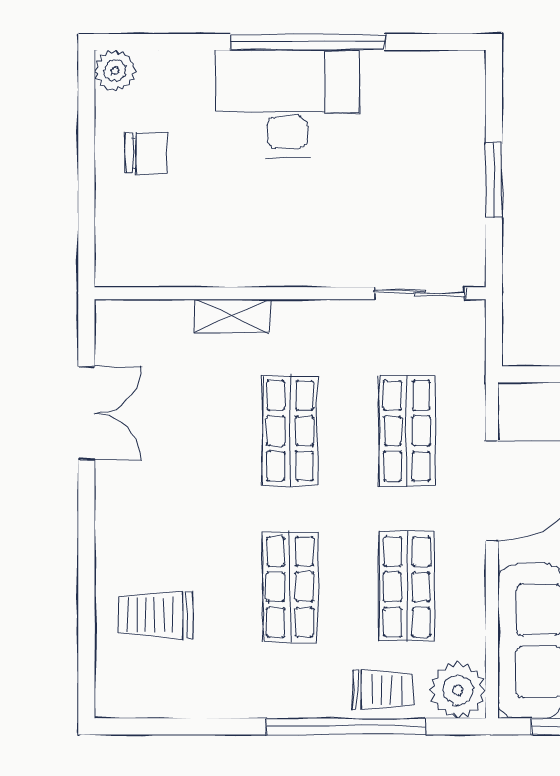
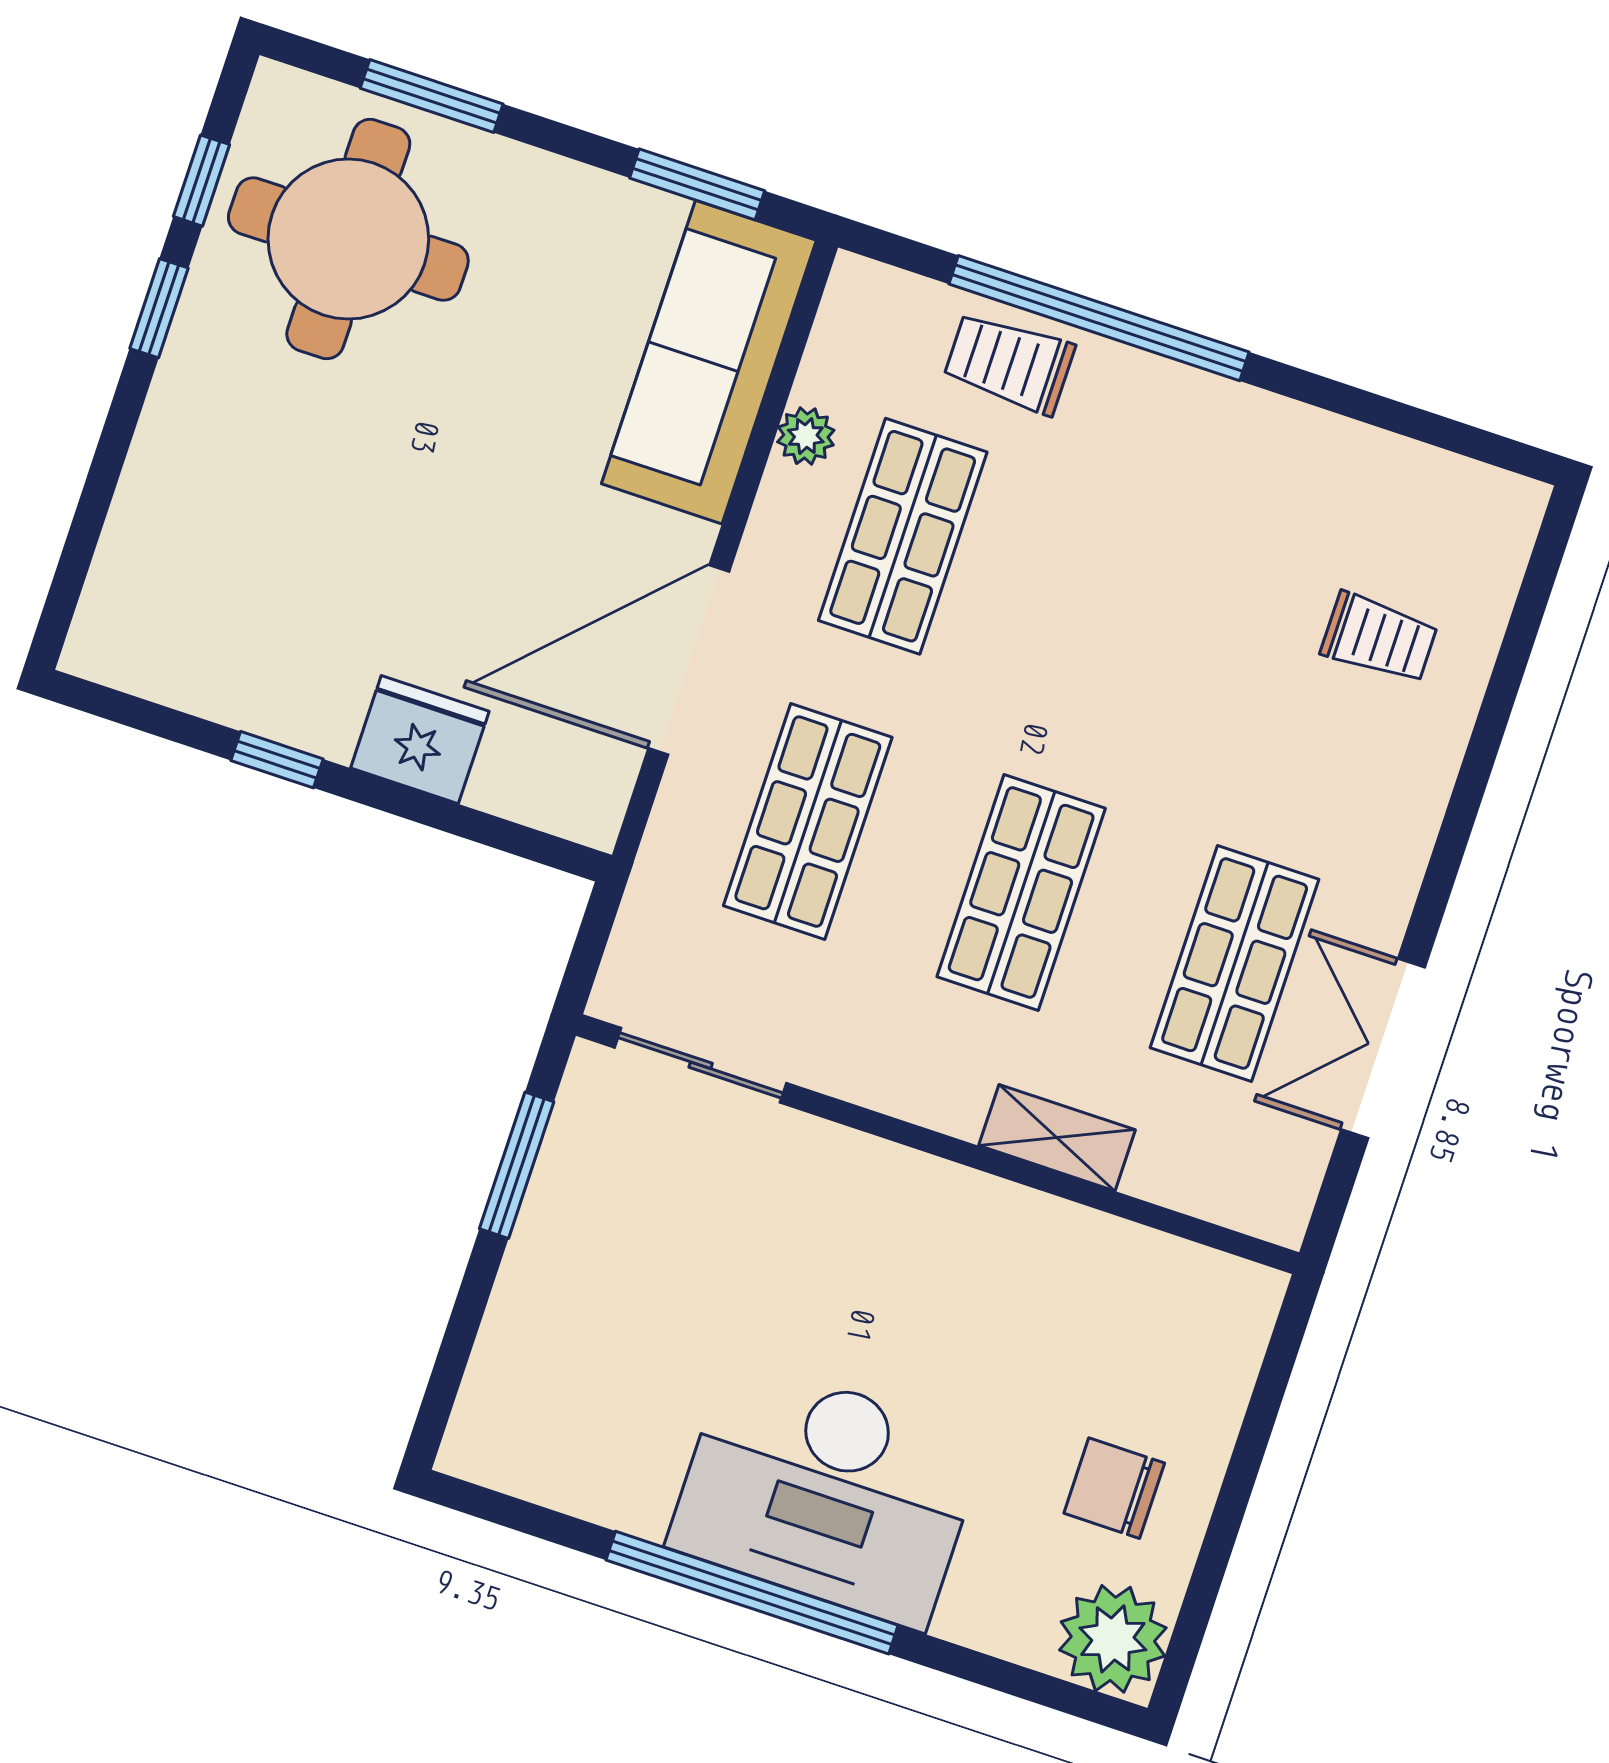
plant: (115, 71) -> (1113, 1639), width x1.36, depth x1.36
window: (494, 180) -> (517, 1165), moved
shop shelf: (290, 587) -> (1235, 963), moved
trolley: (156, 615) -> (1379, 638), width x0.73, depth x0.72
plant: (458, 690) -> (806, 436), moved, width x0.53, depth x0.53

